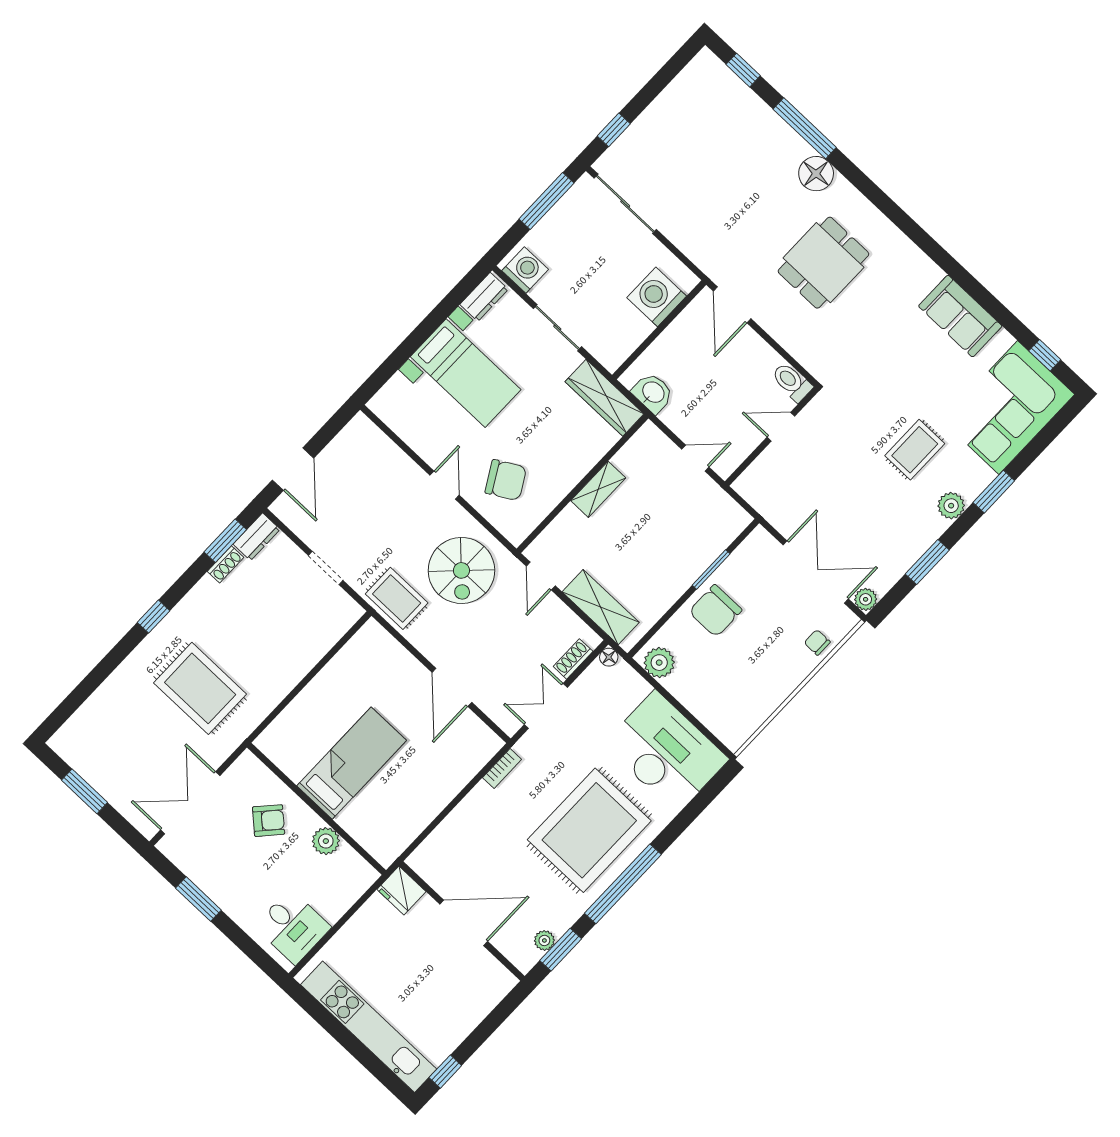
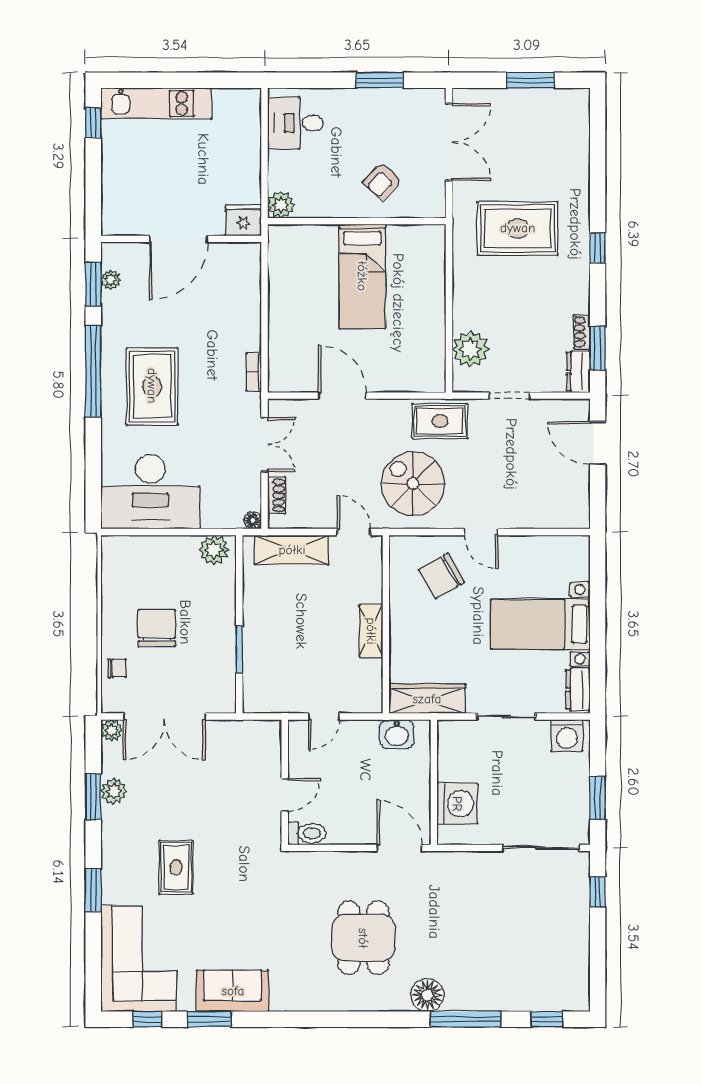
window: (546, 201) -> (598, 798), width x0.69
window: (998, 311) -> (209, 1019), added
plant: (951, 506) -> (114, 791), moved
chair: (715, 611) -> (157, 628), moved
plant: (322, 631) -> (470, 349), added
rug: (589, 830) -> (152, 386), width x0.73, depth x0.69
plant: (326, 841) -> (281, 205), moved
kitchen unit: (369, 1027) -> (156, 103), width x0.73

